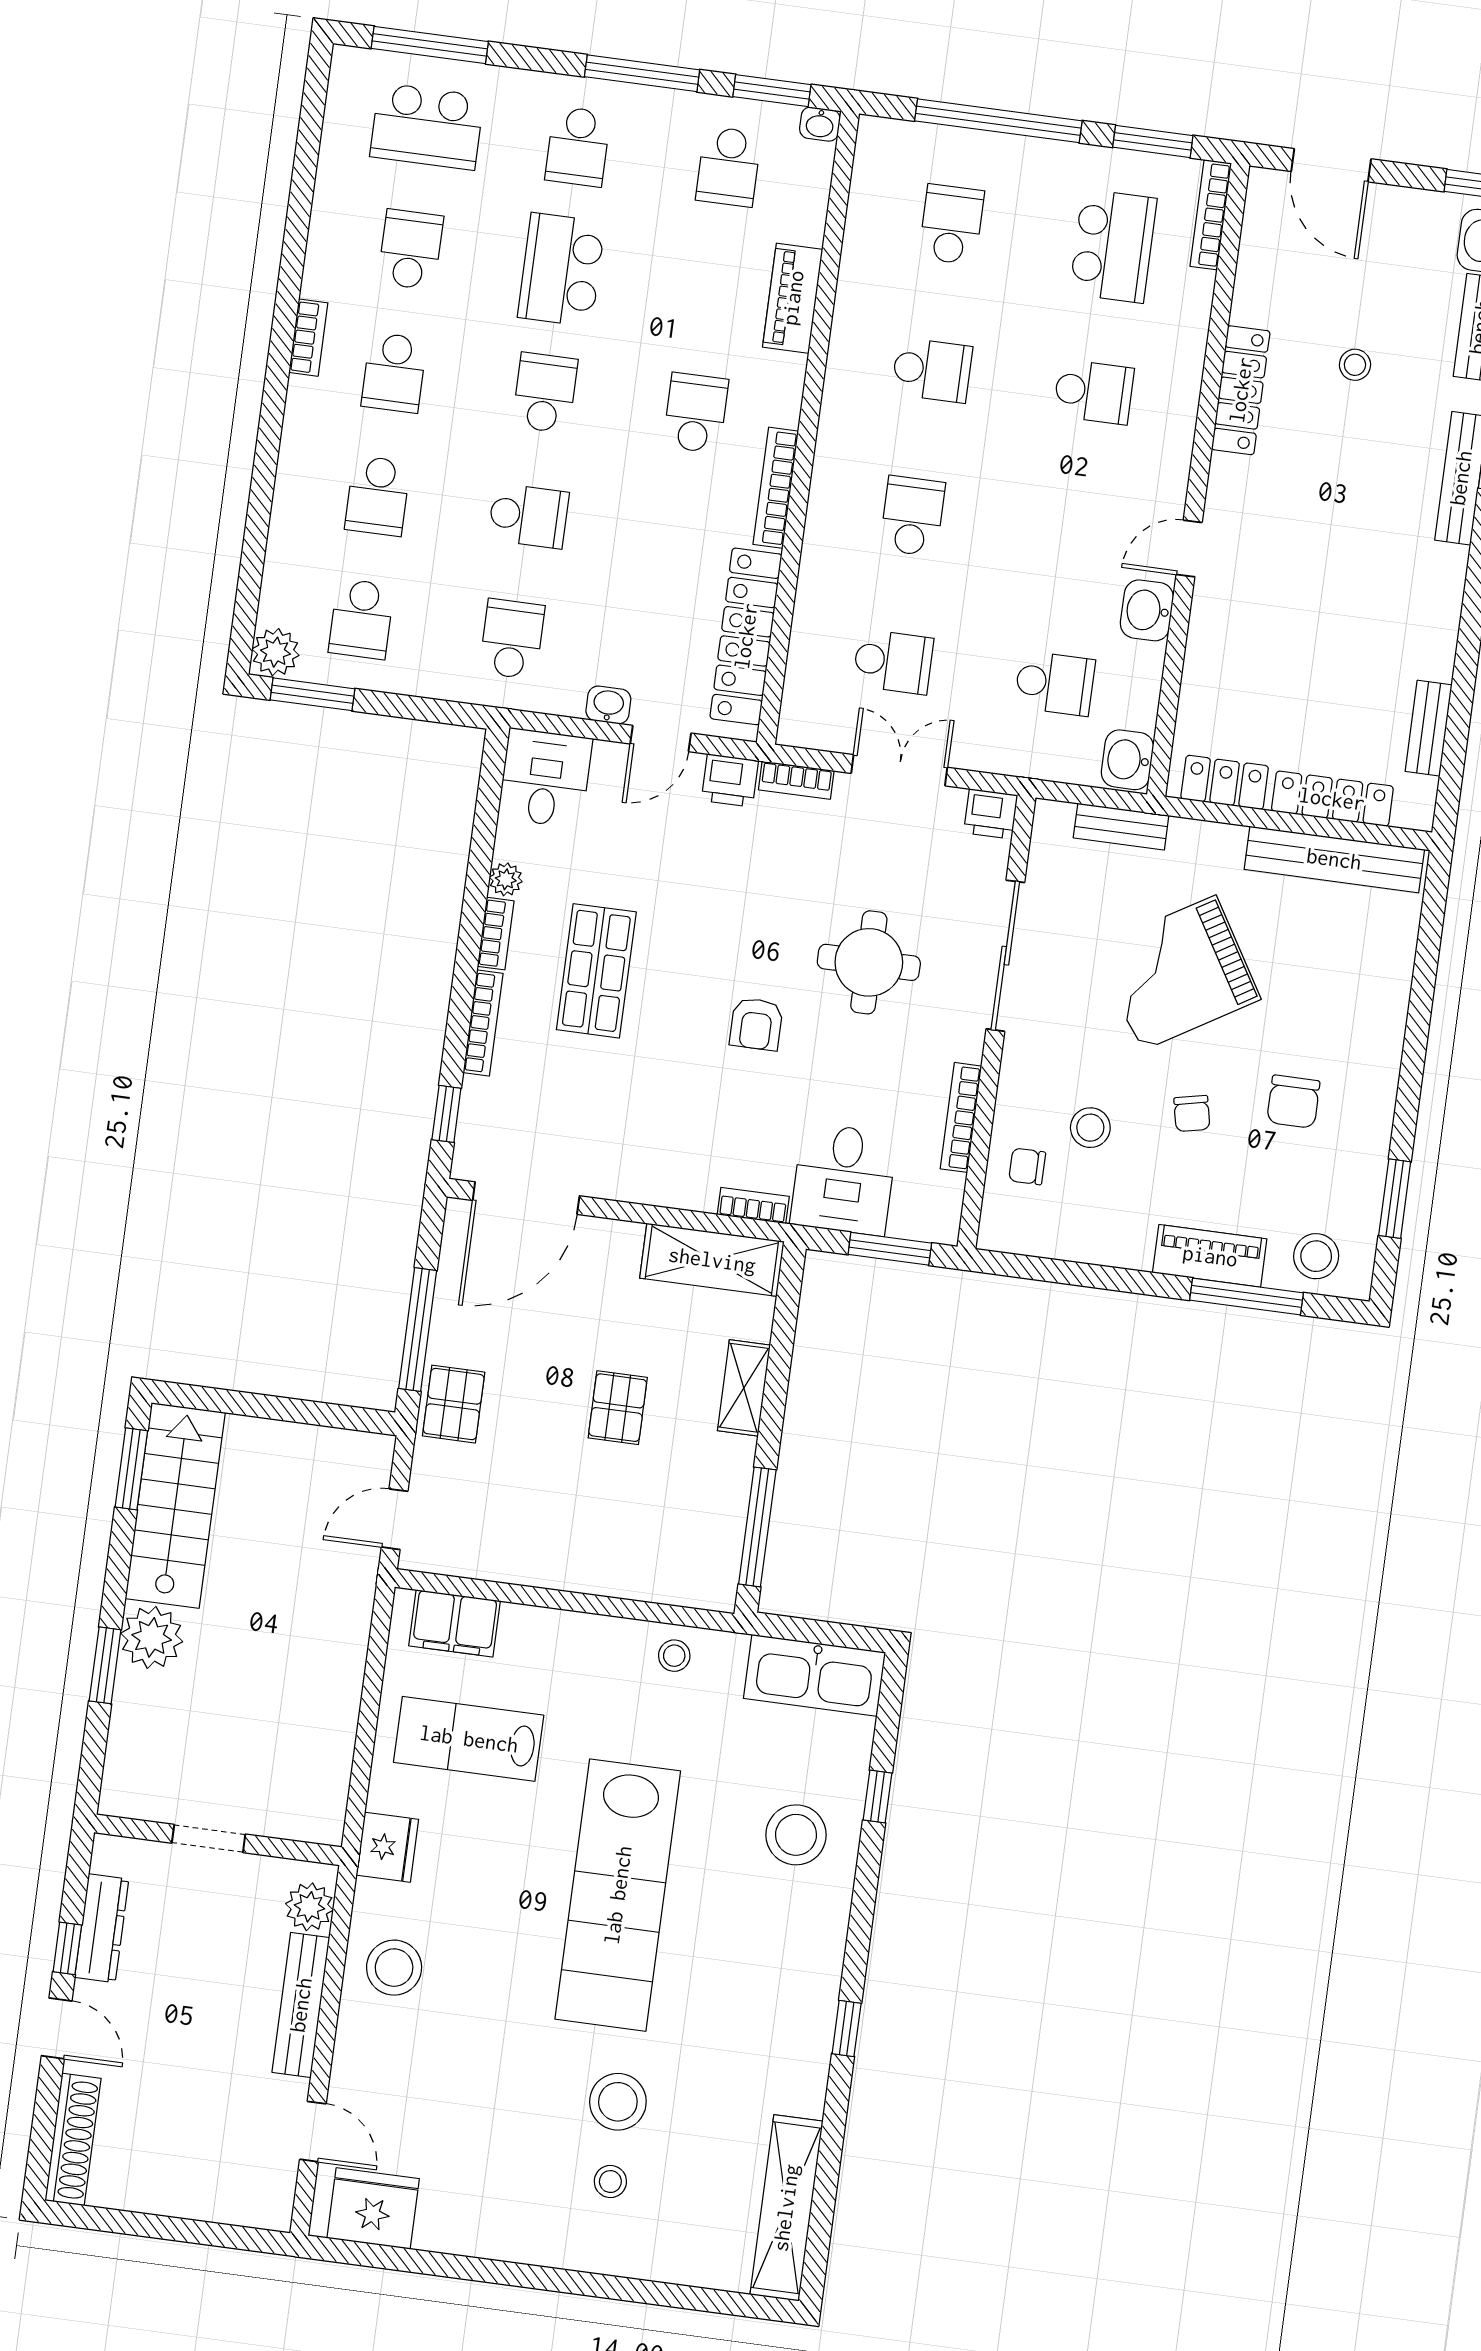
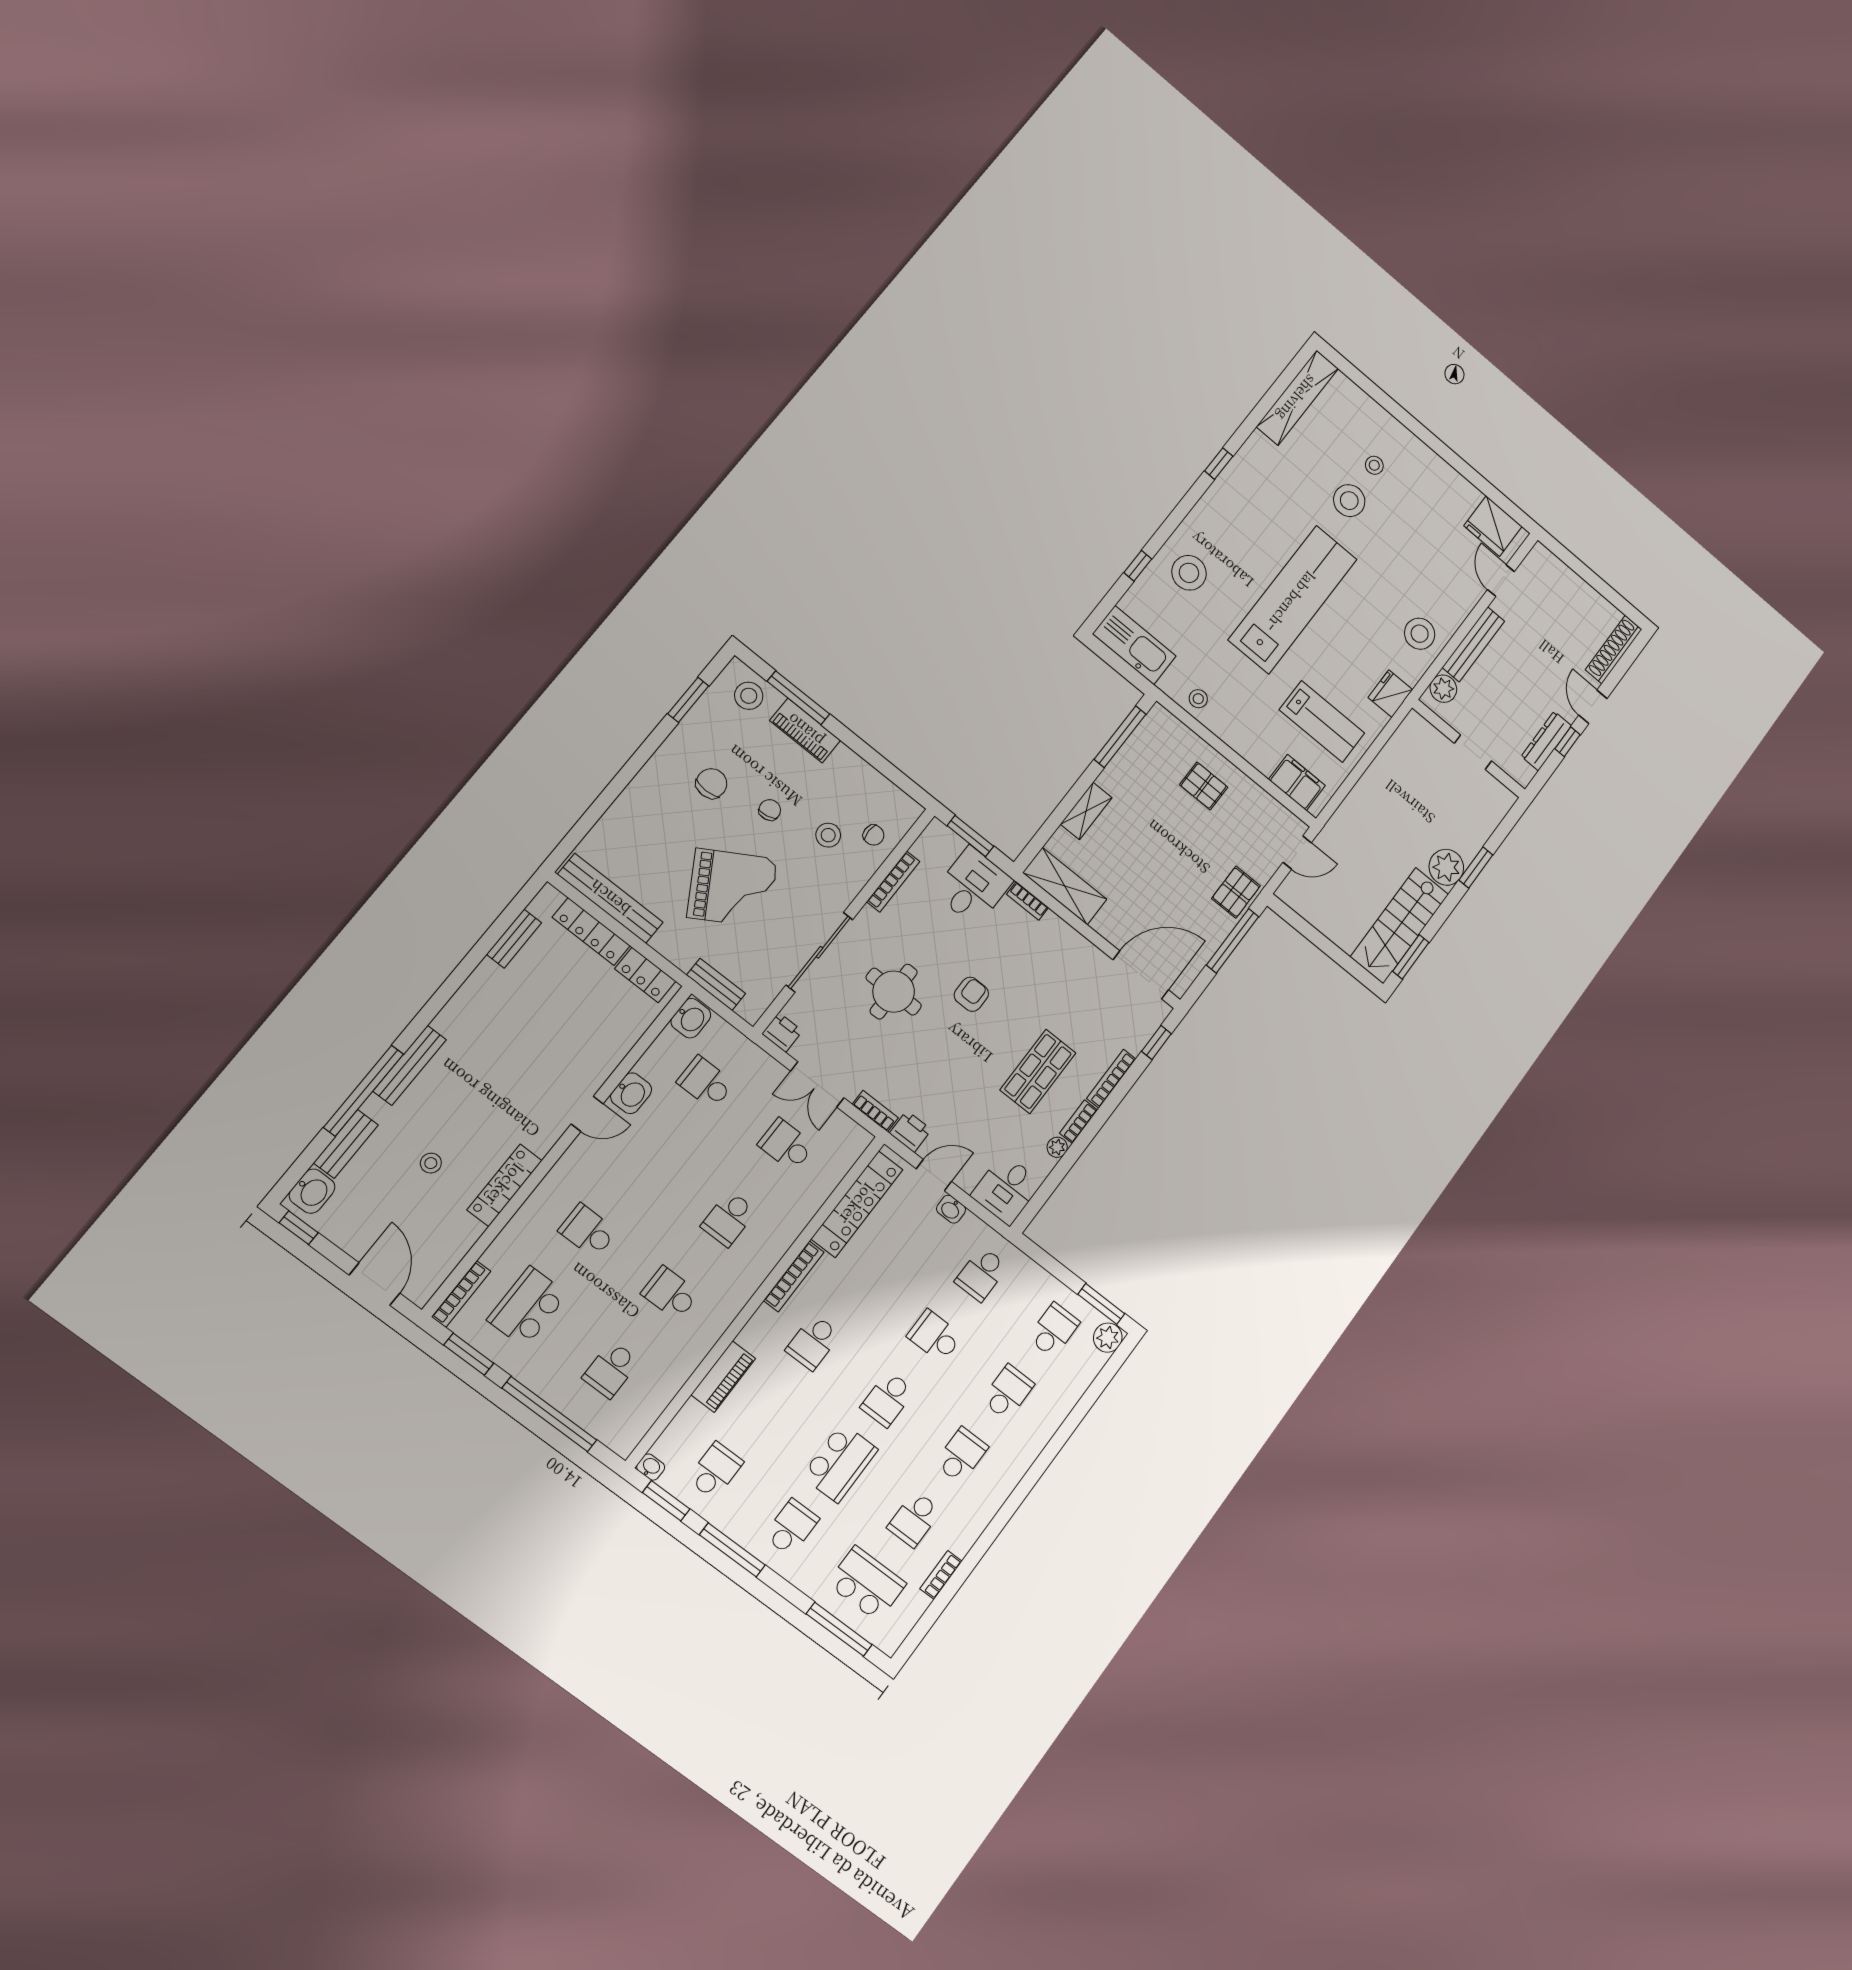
bookcase: (308, 338) -> (941, 1575), moved
pallet: (618, 1408) -> (1204, 786), moved, turned 90

